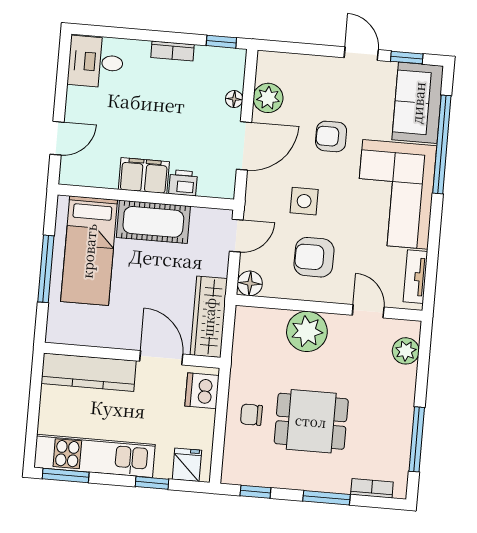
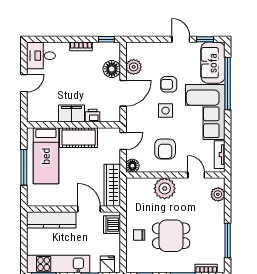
floor lamp: (234, 99) -> (112, 69), width x1.89, depth x1.89
door: (57, 138) -> (24, 83), moved
side table: (304, 201) -> (166, 111), moved
armchair: (314, 257) -> (165, 149), turned -90

